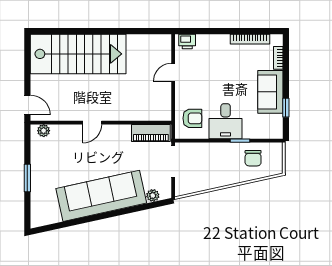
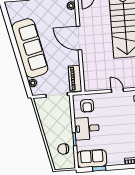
sofa: (270, 92) -> (92, 159), moved
door: (92, 123) -> (79, 38), width x1.88

